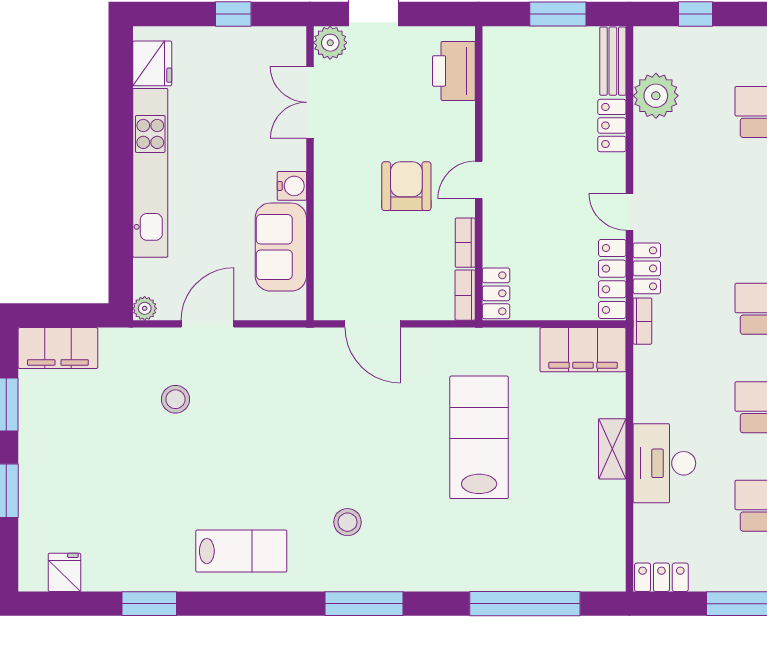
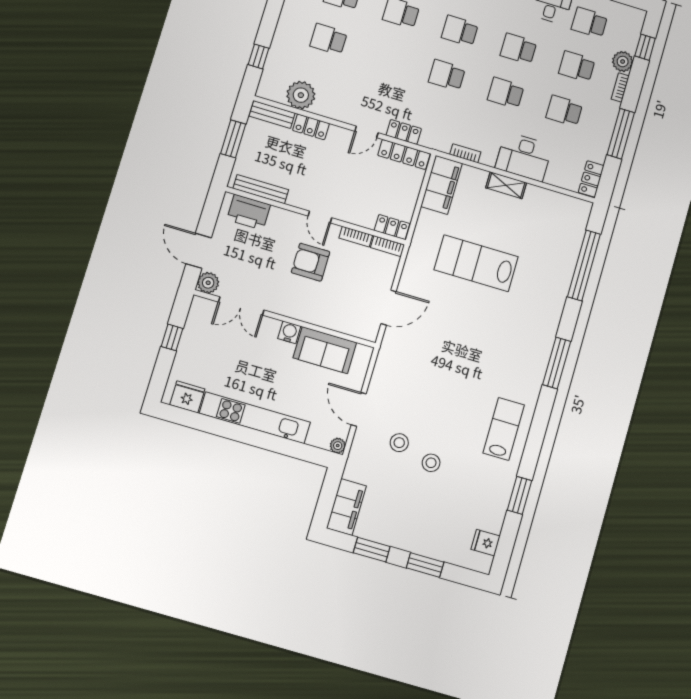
bench: (494, 78) -> (261, 189), added
bookcase: (642, 321) -> (465, 153), moved
stool: (347, 522) -> (431, 463), moved

